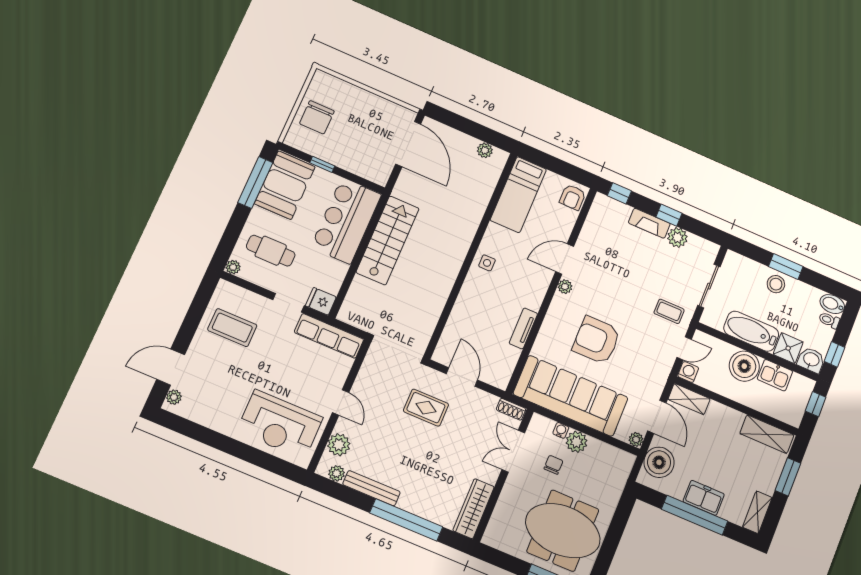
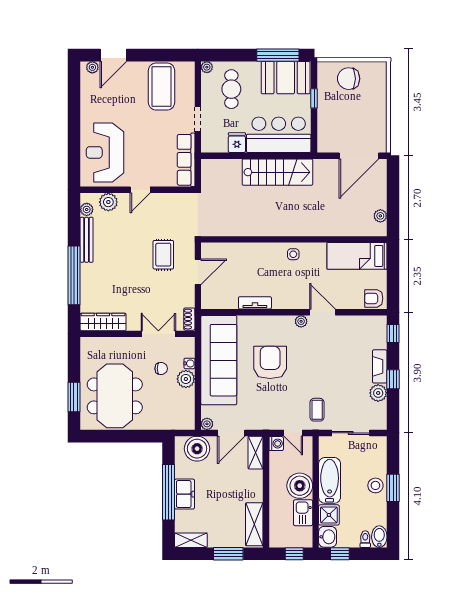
fridge: (321, 301) -> (237, 143), moved
coffee table: (232, 328) -> (162, 87), width x1.36, depth x1.32
door: (171, 367) -> (113, 55), swing flipped

